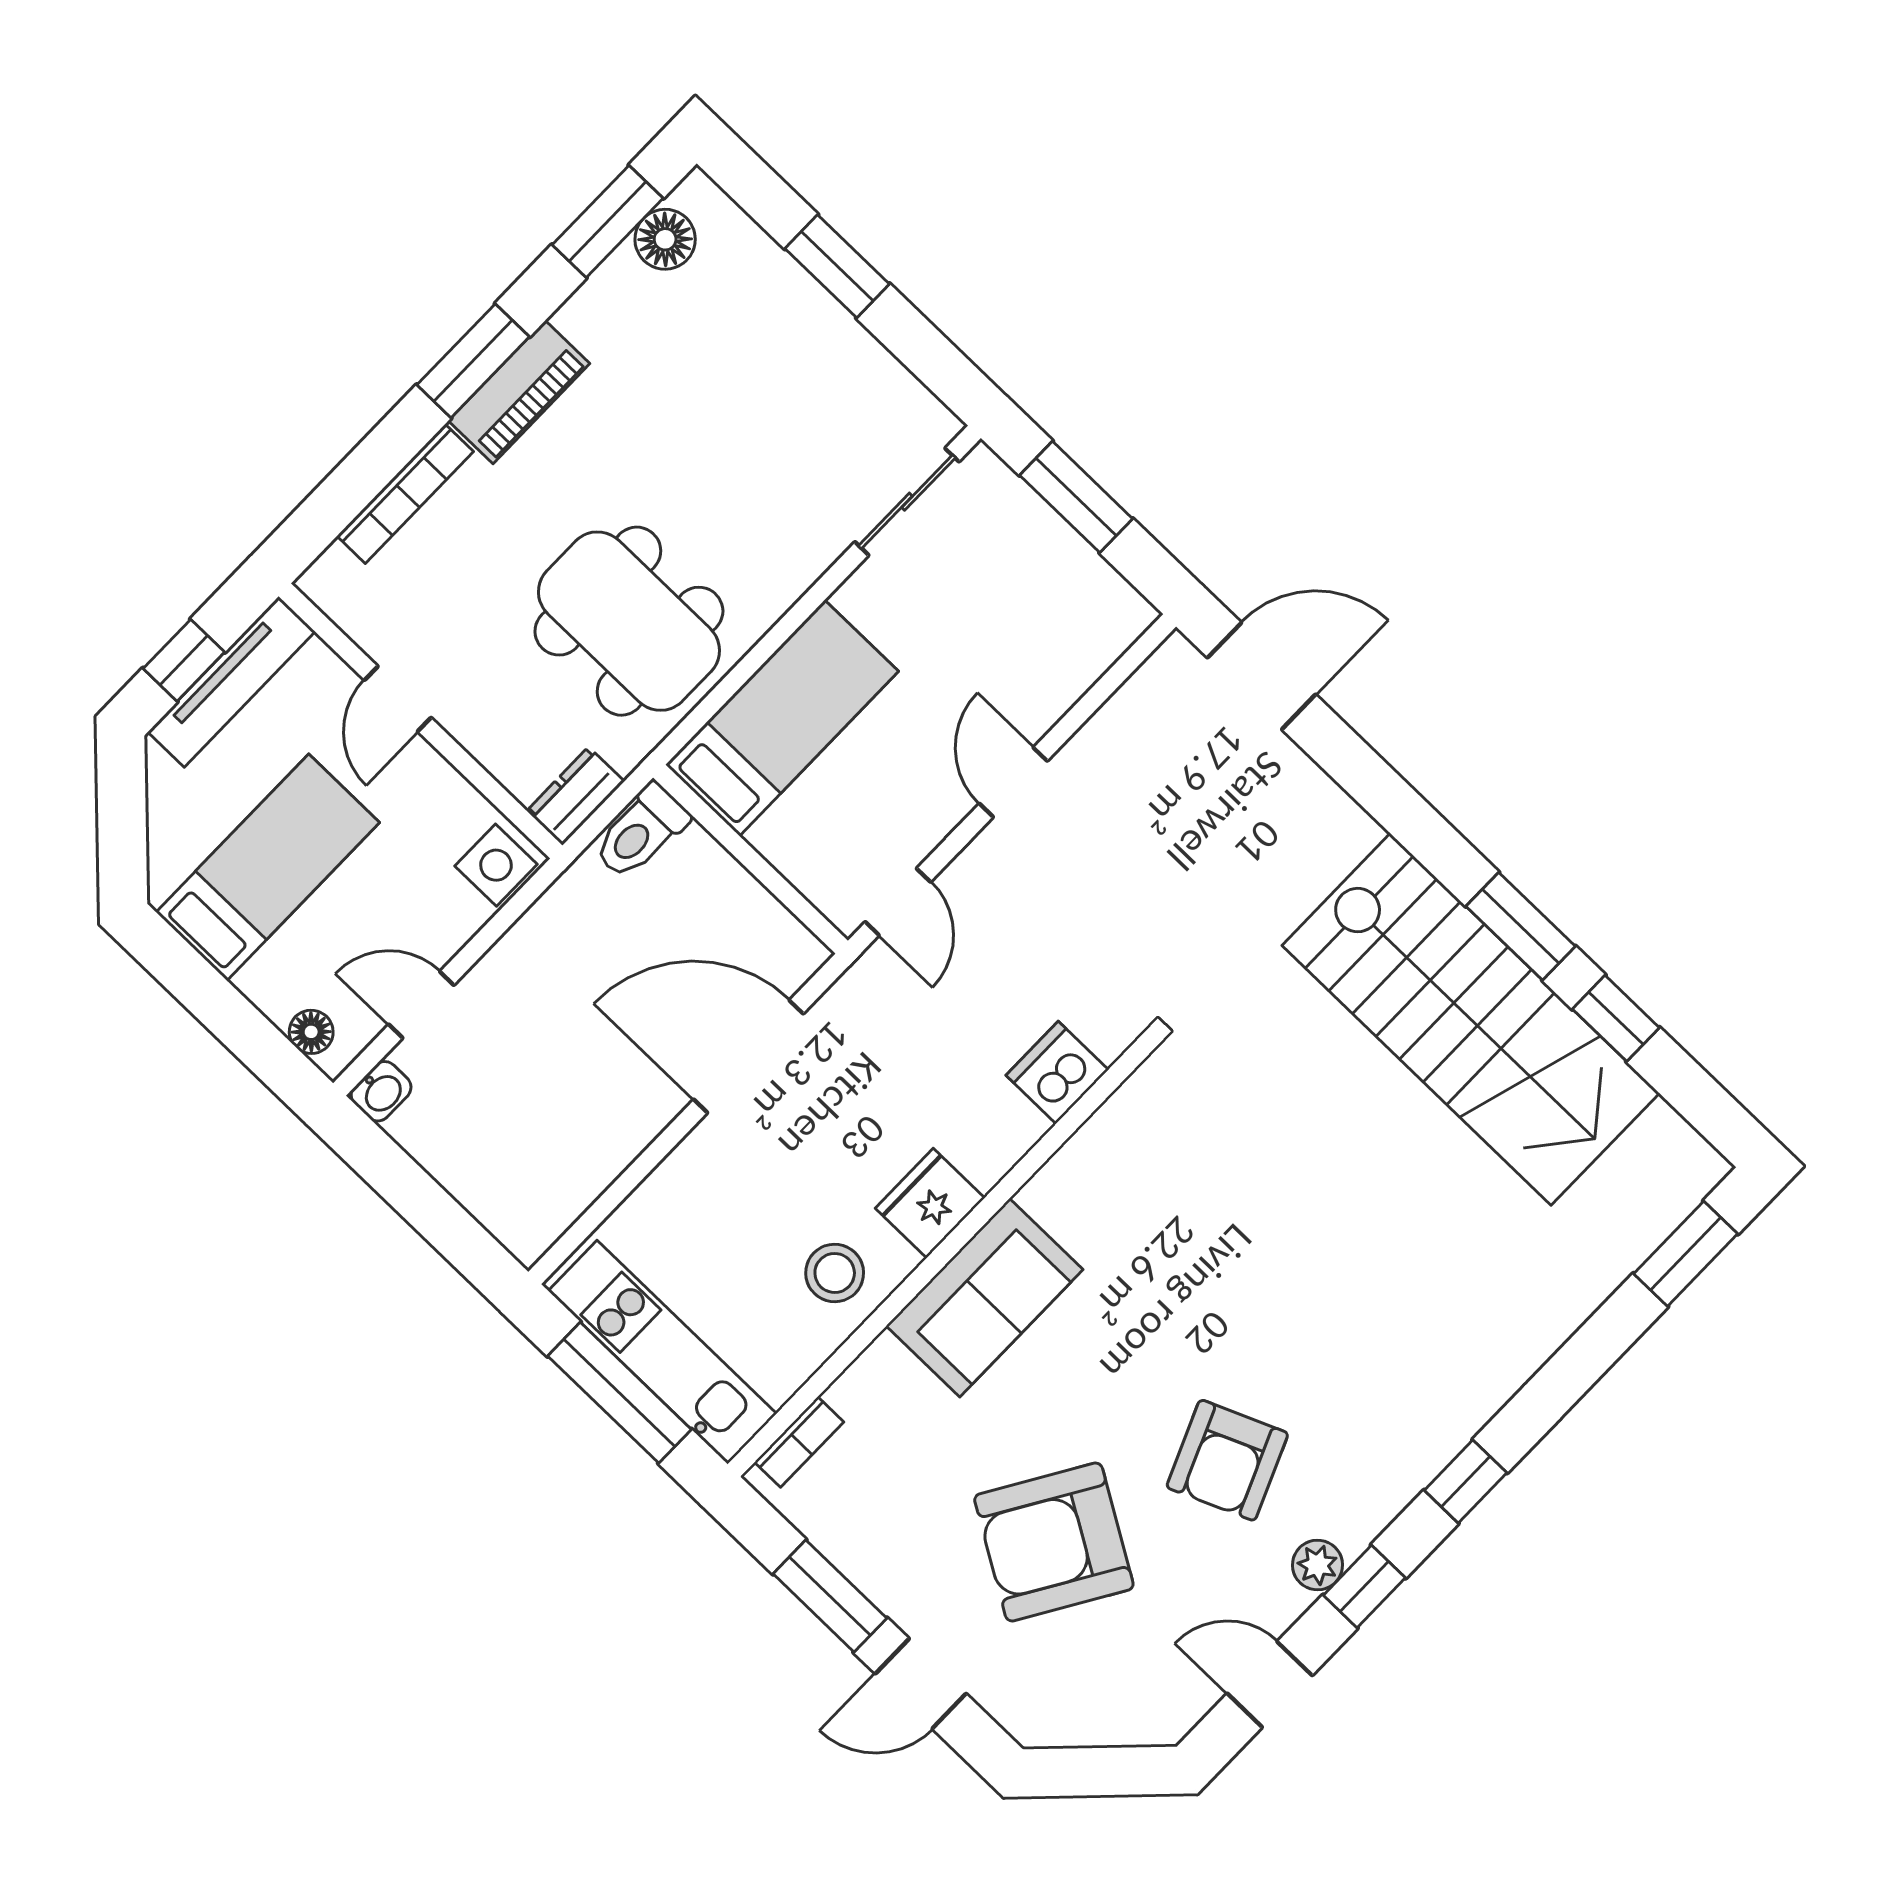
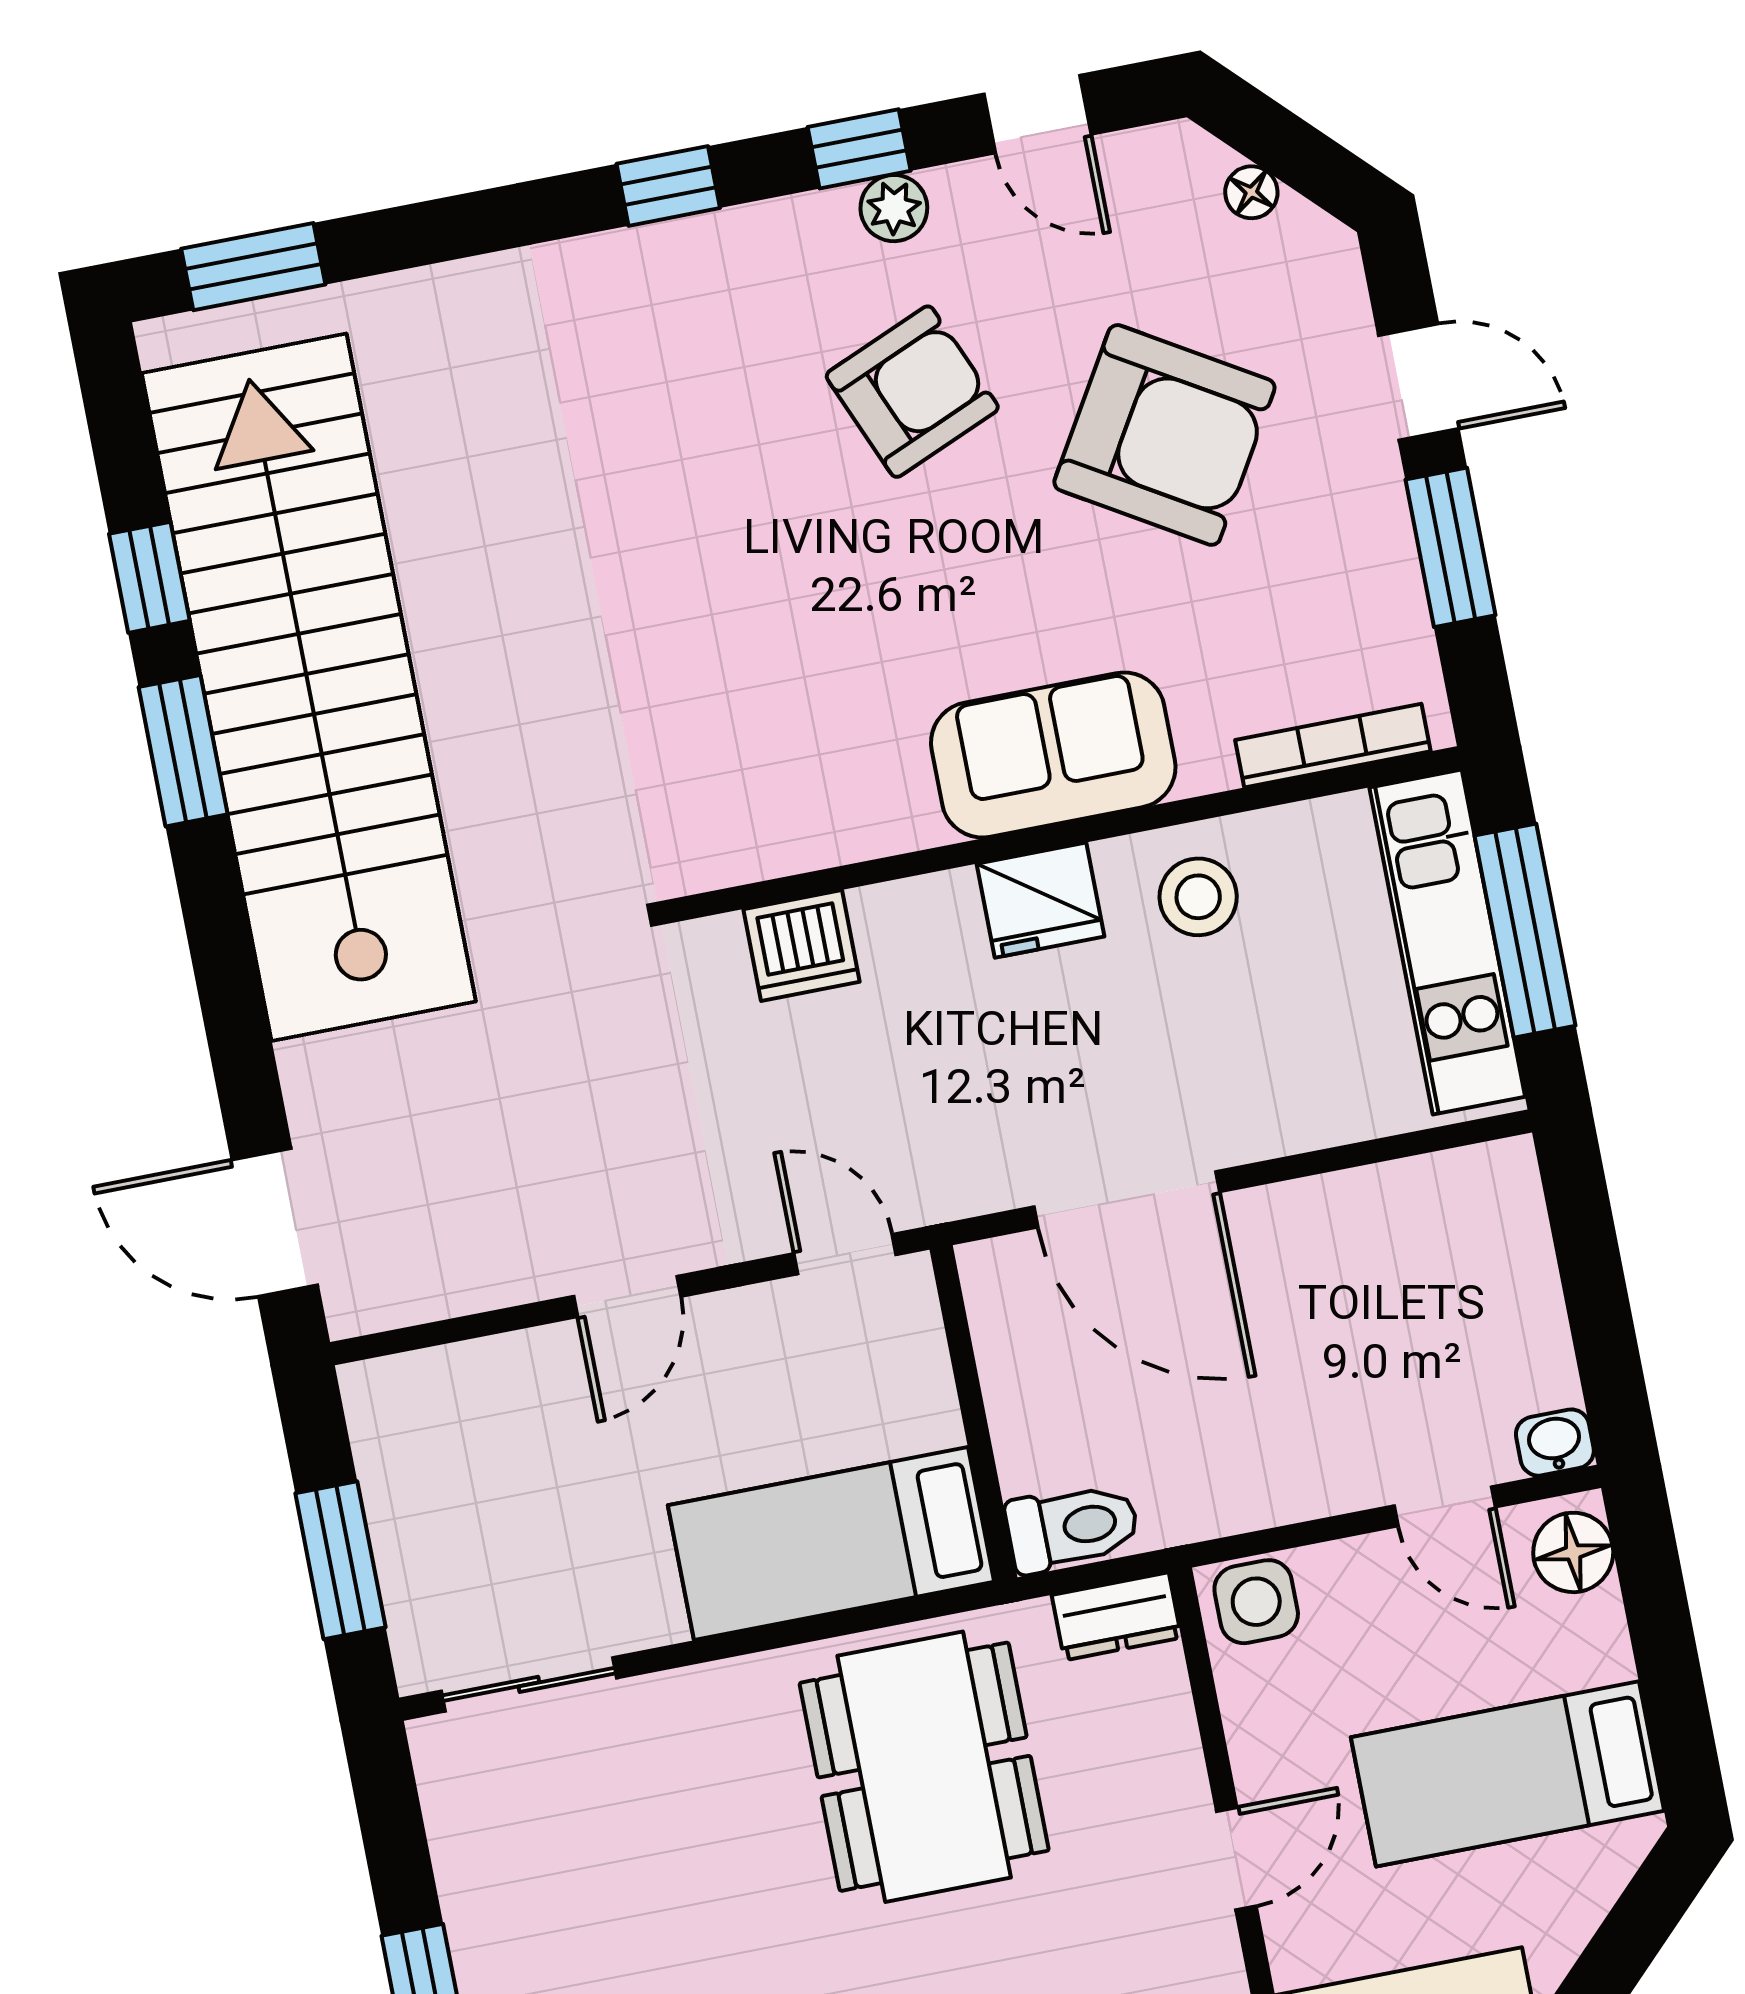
door: (898, 902) -> (845, 1254), hinge flipped
stairs: (1471, 1019) -> (309, 687), width x1.36
floor lamp: (311, 1032) -> (1573, 1552), width x1.37, depth x1.37
bookcase: (799, 1442) -> (1333, 746), width x1.56
floor lamp: (1105, 1728) -> (1251, 192), added

